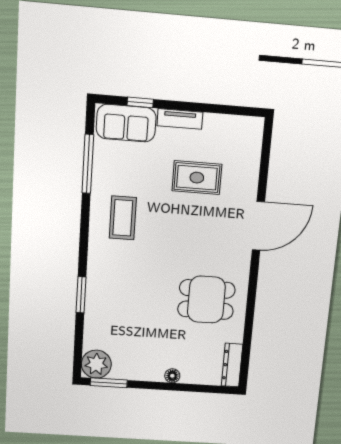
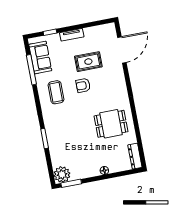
sofa: (126, 123) -> (40, 58), moved, turned -90
armchair: (175, 219) -> (83, 85), added
door: (258, 226) -> (122, 50), moved

